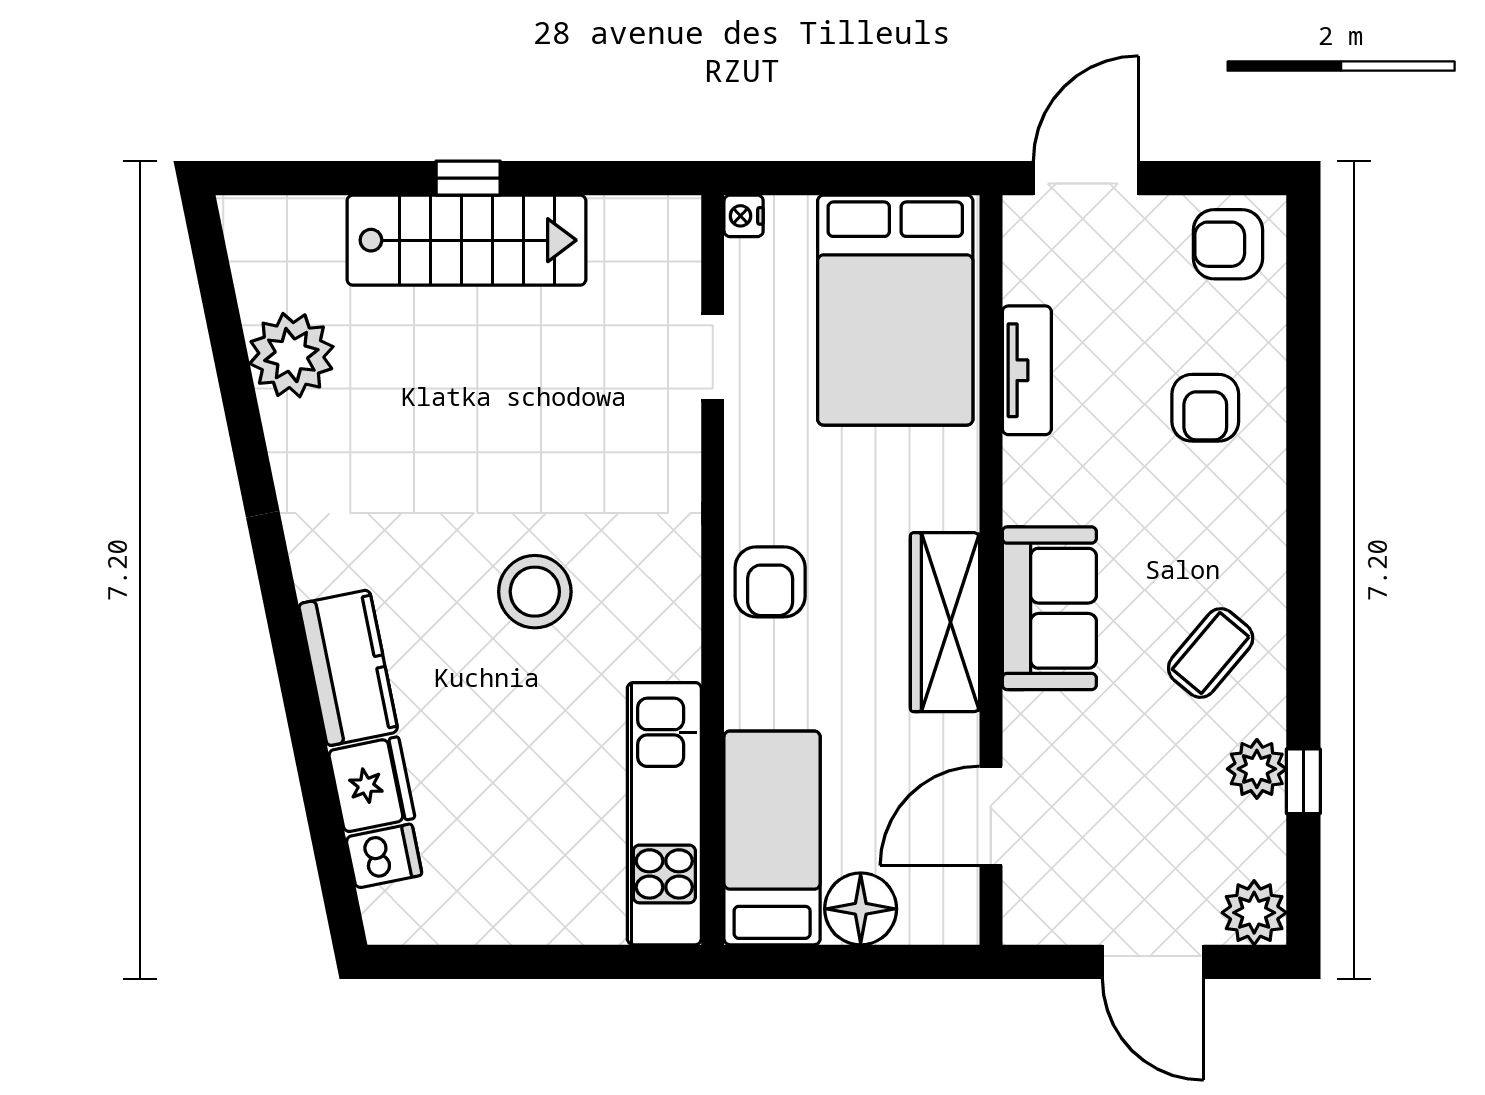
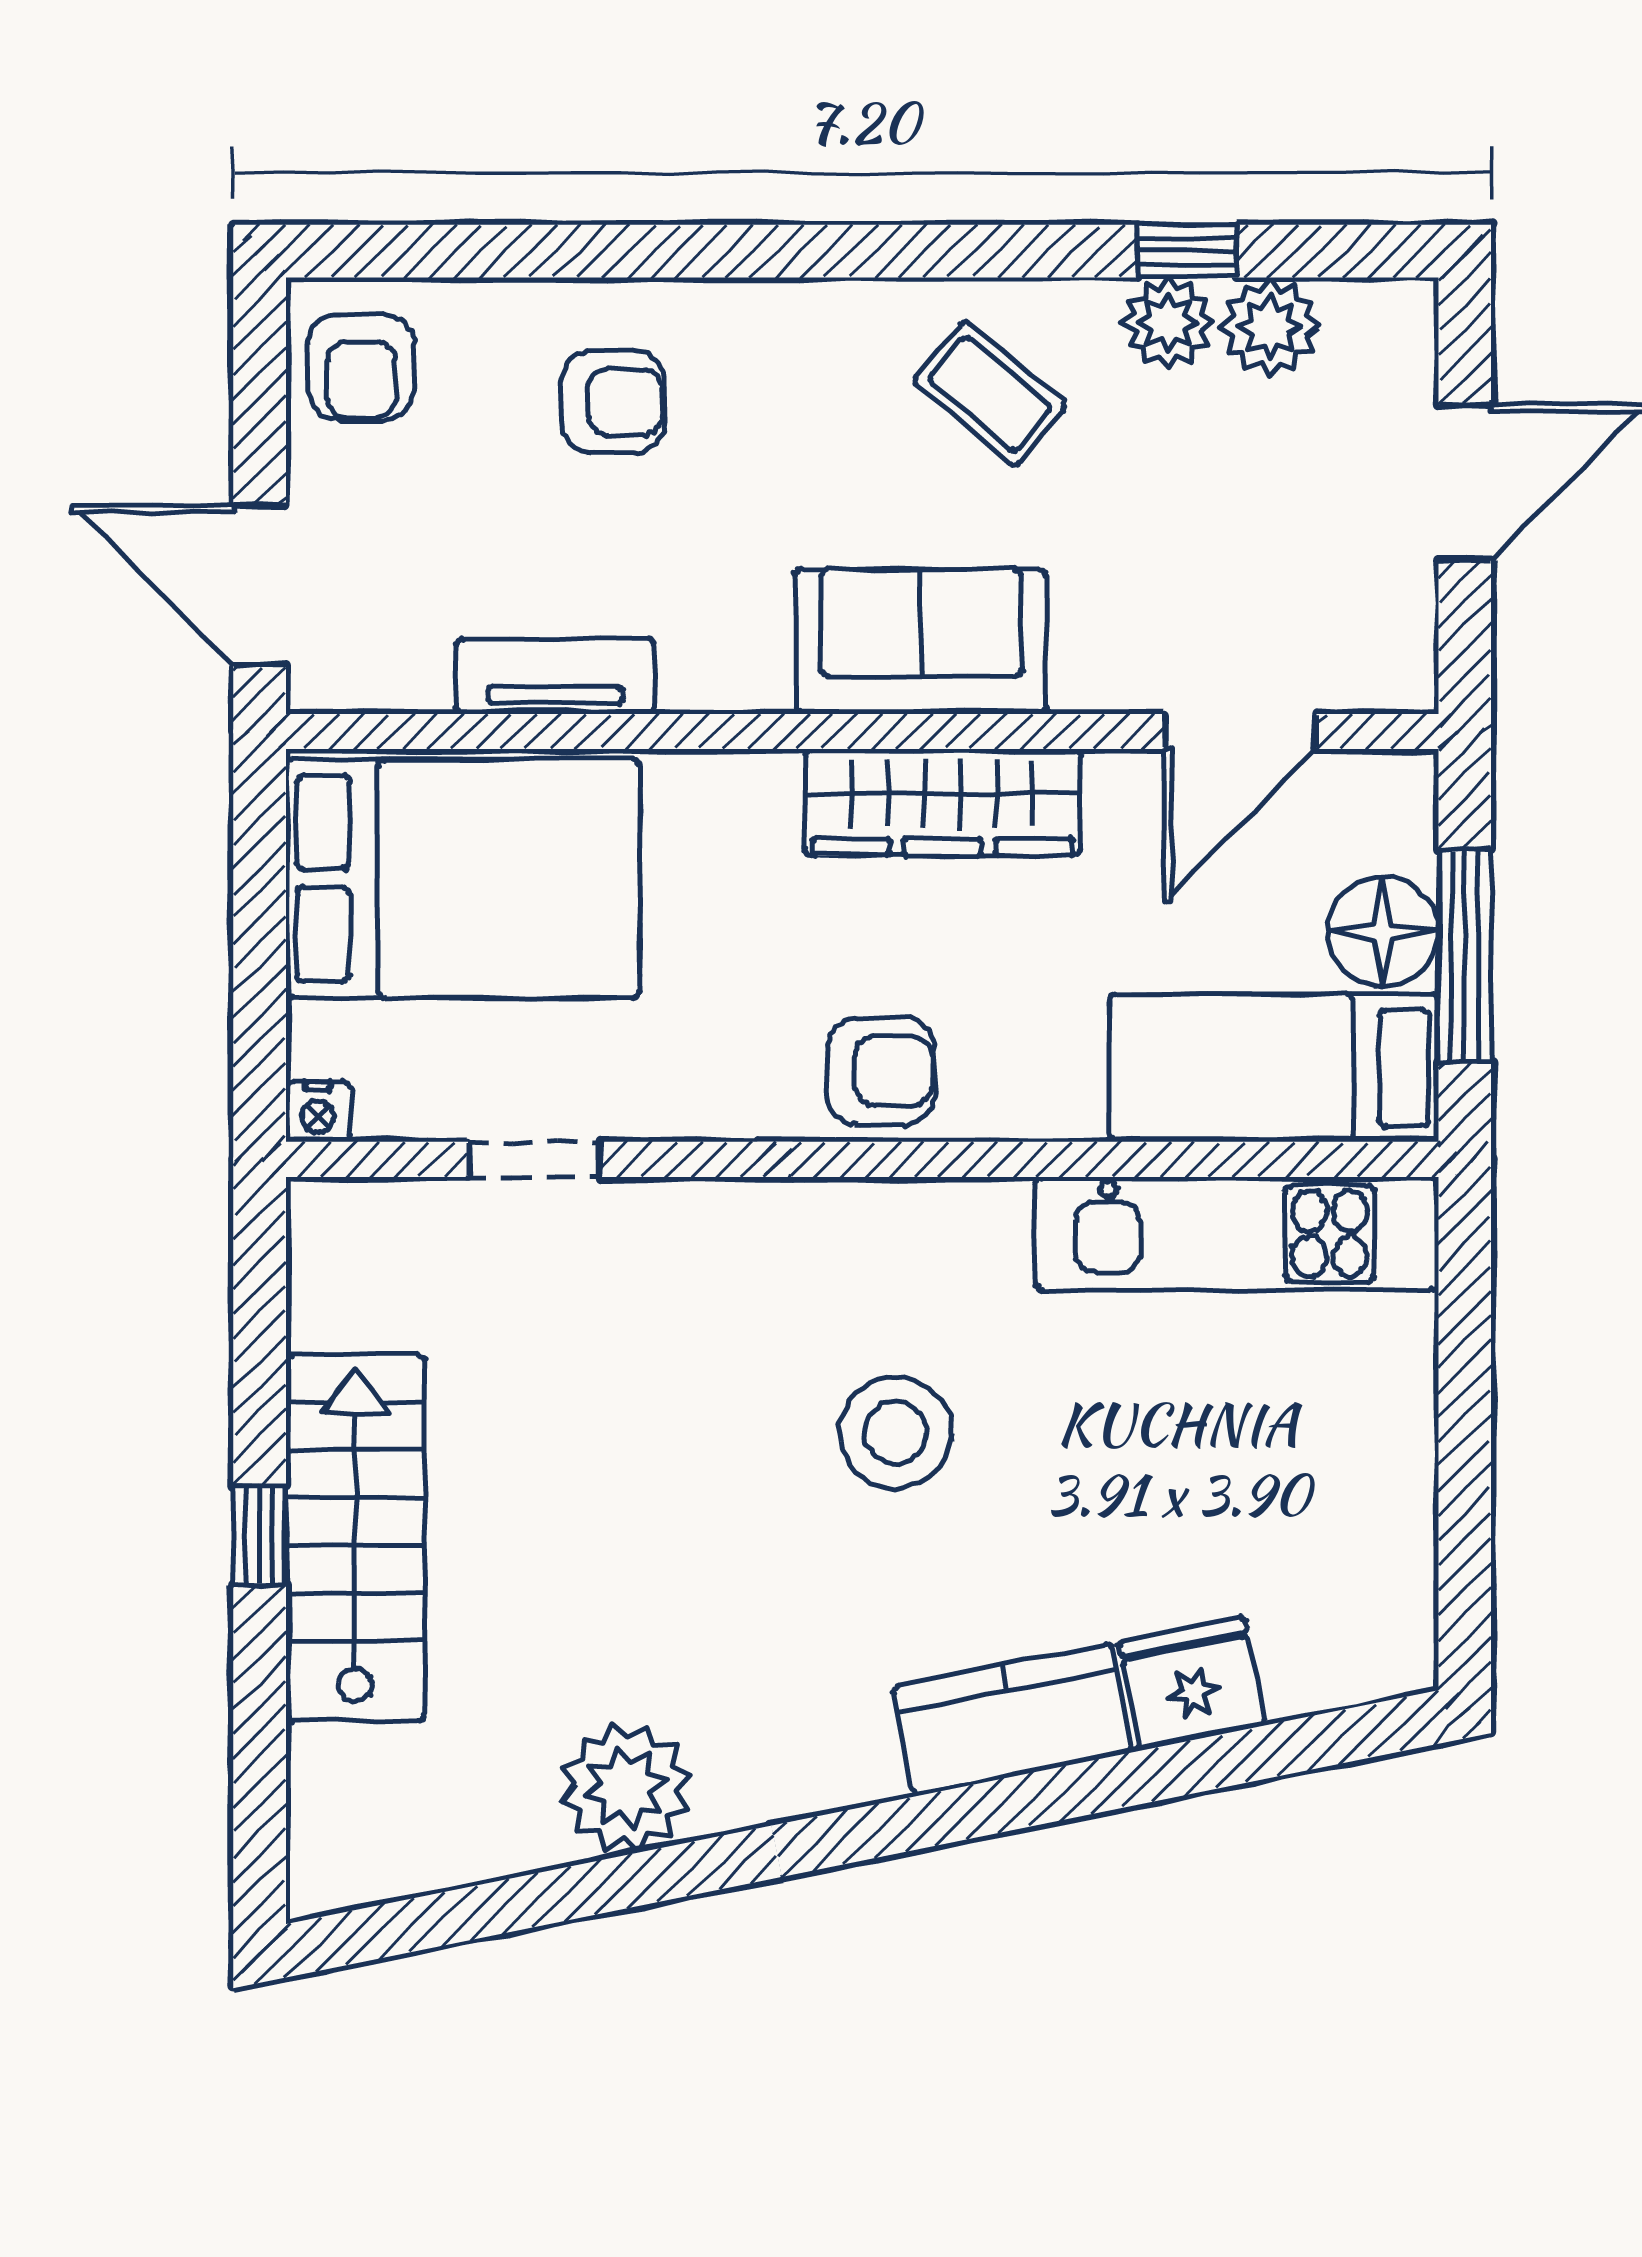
plant: (291, 355) -> (626, 1788), moved
door: (991, 816) -> (1240, 731), hinge flipped
dishwasher: (384, 856) -> (1302, 1665), removed
plant: (1254, 913) -> (1270, 327), moved
window: (845, 962) -> (1465, 956), added

